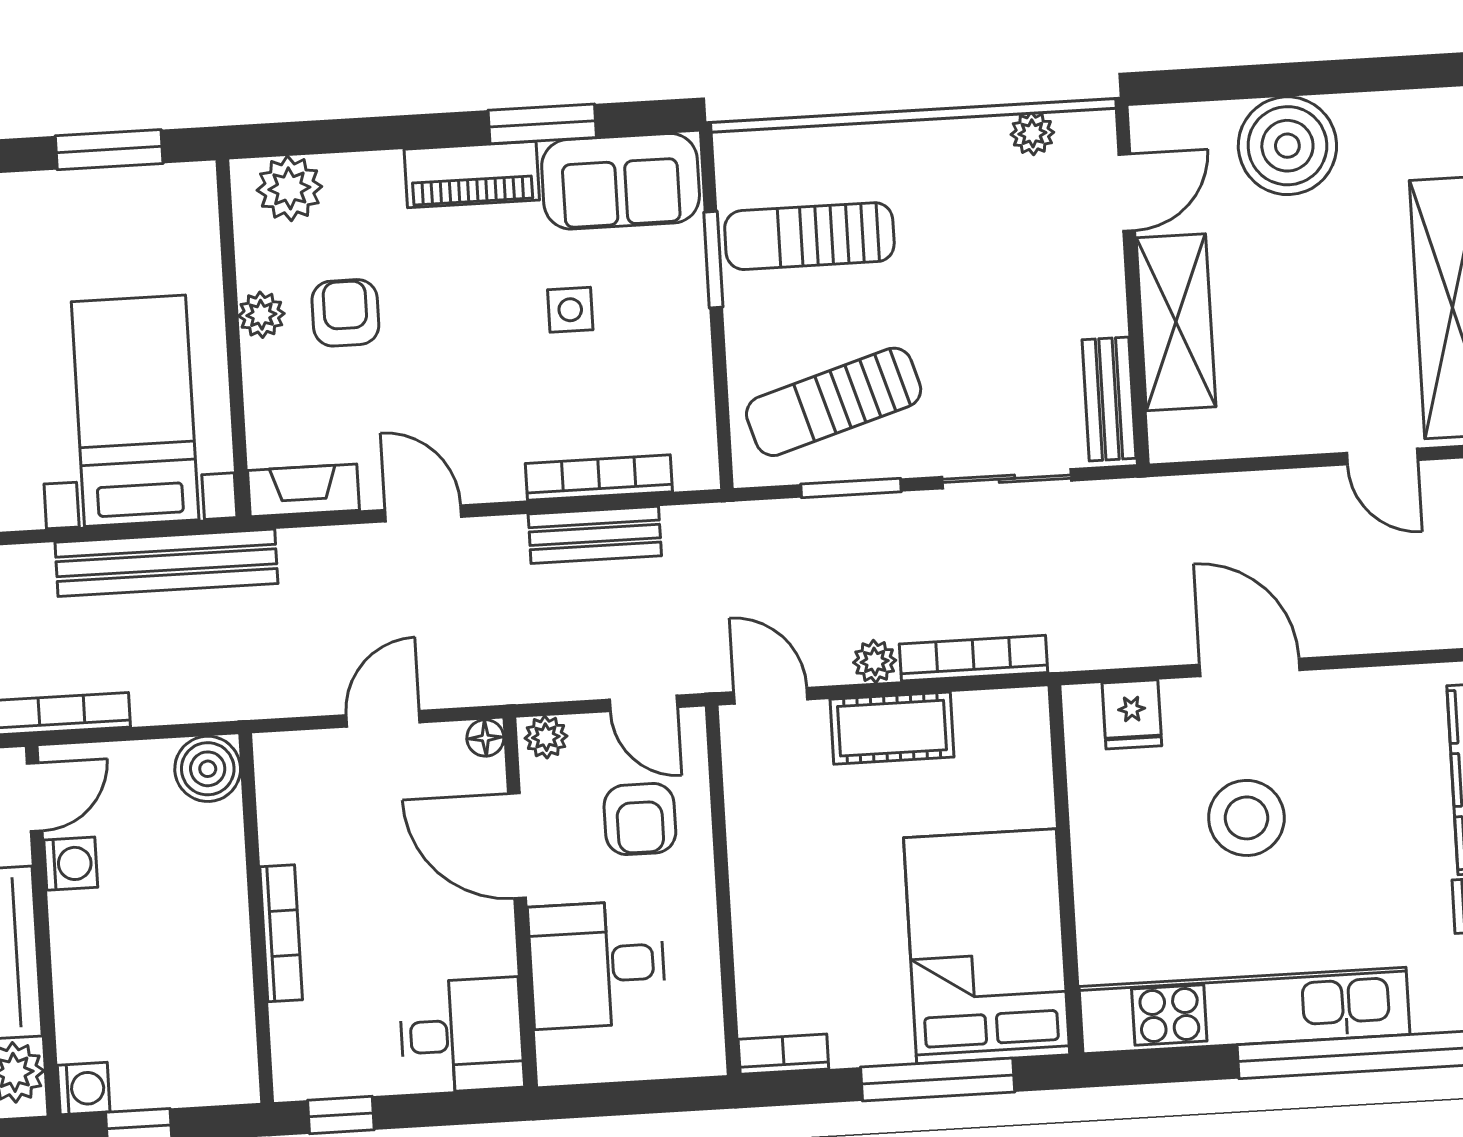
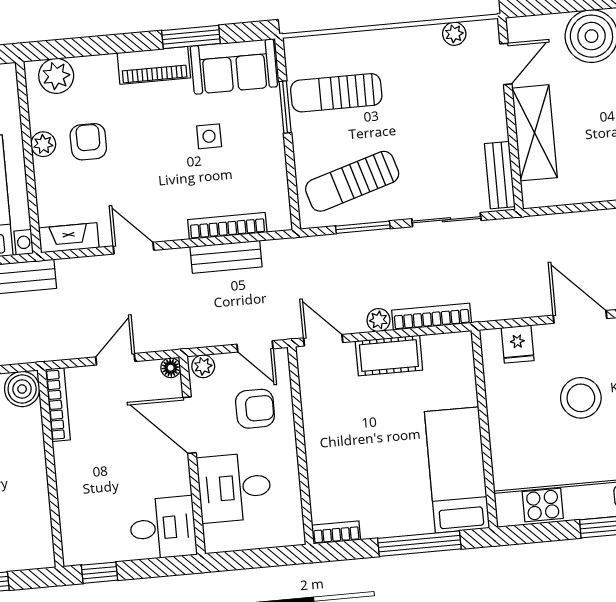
armchair: (640, 819) -> (255, 409), turned -90
bookcase: (281, 933) -> (58, 405), moved
bed: (987, 946) -> (457, 470), width x0.67

